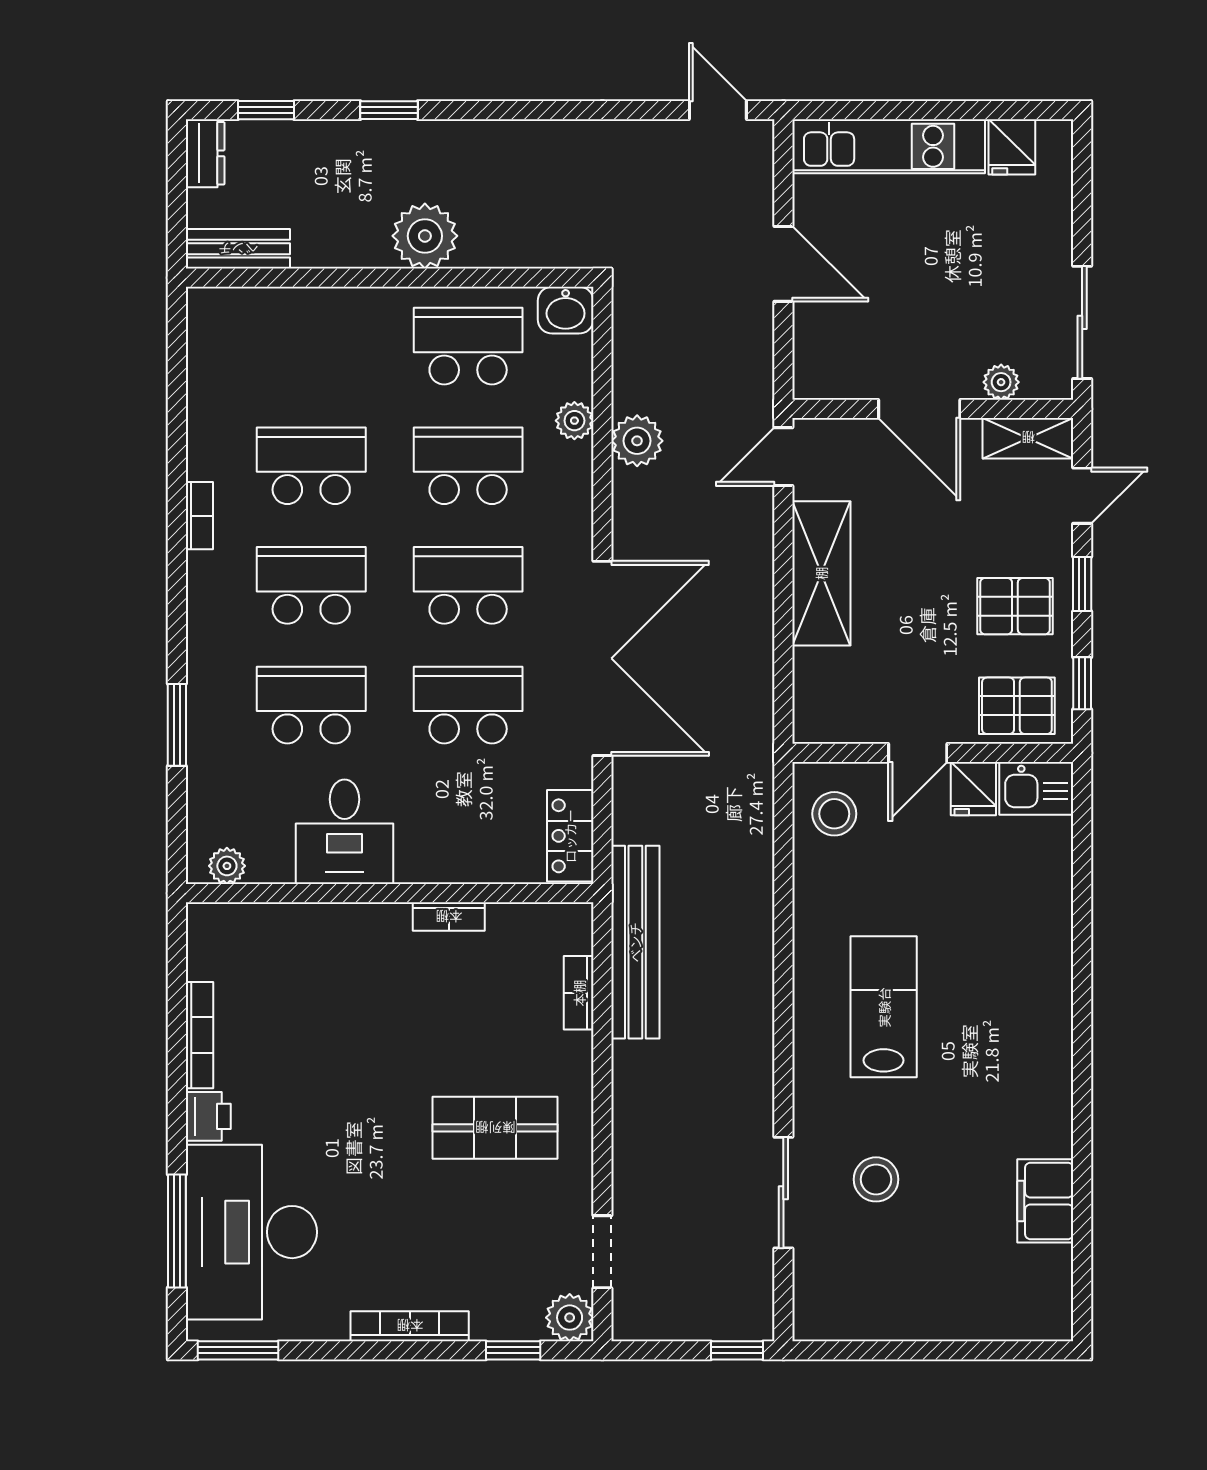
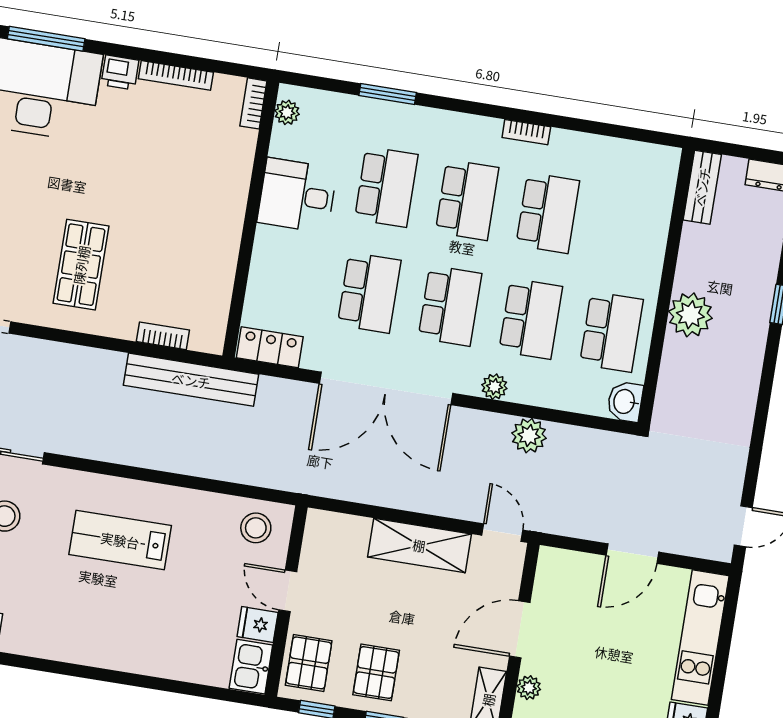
plant: (574, 421) -> (494, 387), moved
bookcase: (449, 917) -> (253, 103), moved
lab bench: (884, 1007) -> (120, 540), turned 180

